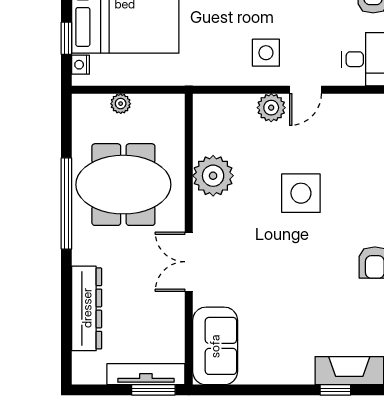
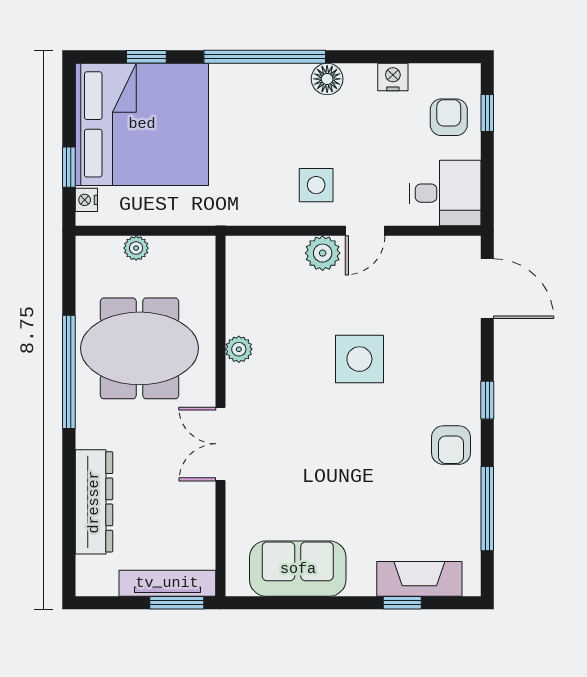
plant: (213, 176) -> (239, 349), width x0.53, depth x0.53
sofa: (215, 346) -> (298, 569), moved, turned -90

